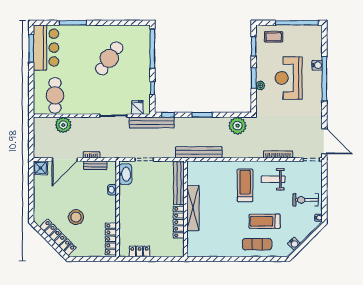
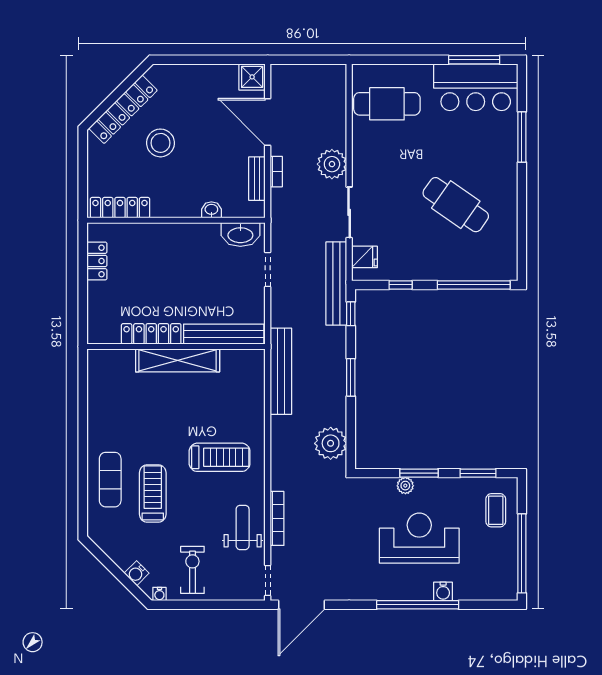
plant: (63, 125) -> (332, 164), moved
weight bench: (273, 179) -> (243, 527), moved
water cooler: (294, 243) -> (137, 573), moved

